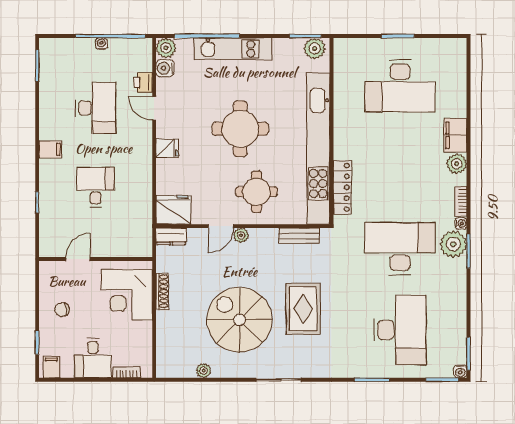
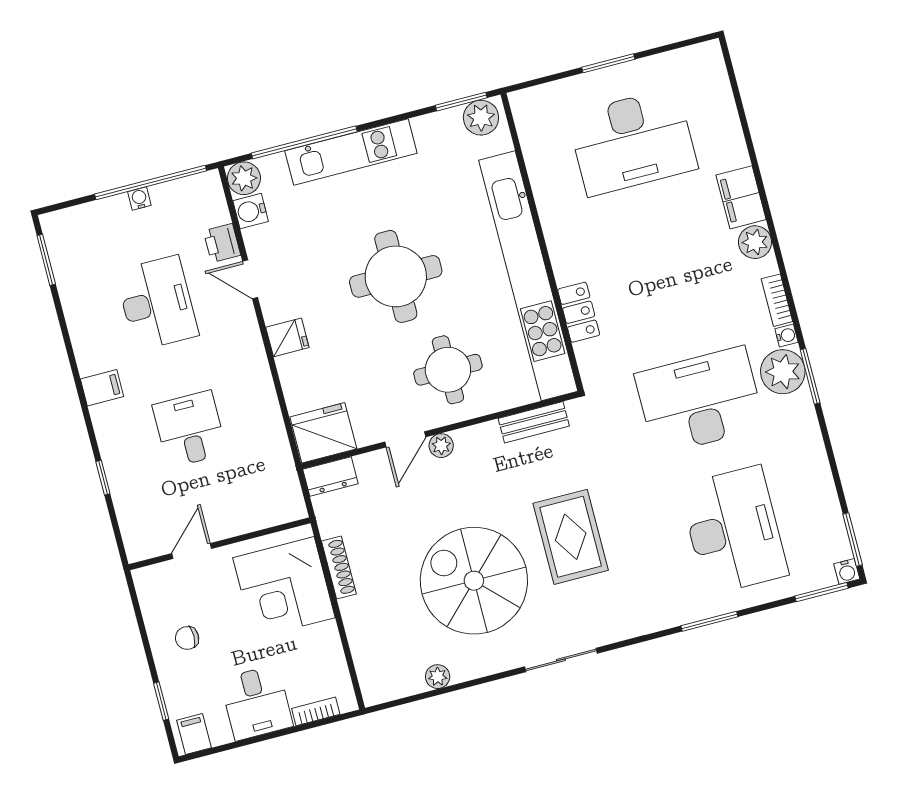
locker: (342, 187) -> (579, 312), width x0.66

